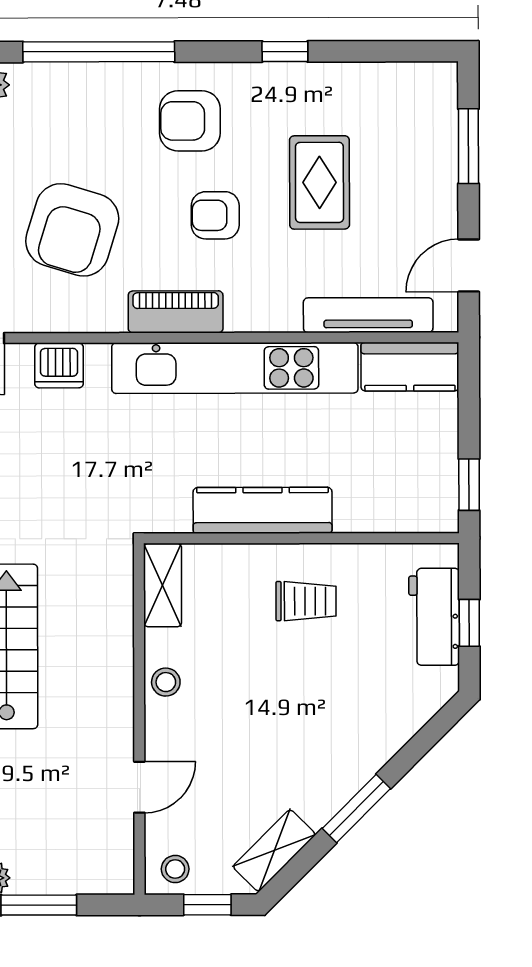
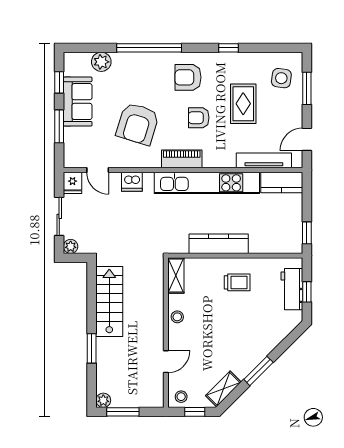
side table: (409, 122) -> (281, 78), added

